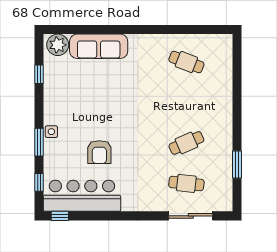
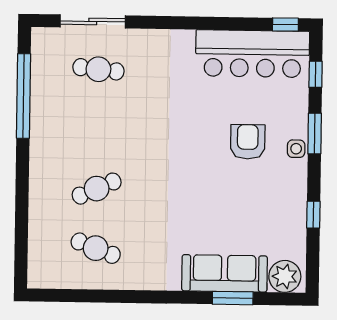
window: (93, 30) -> (233, 298), added
window: (39, 74) -> (313, 215), moved
cafe table: (186, 143) -> (97, 189), moved
armchair: (99, 152) -> (248, 142), moved
window: (237, 165) -> (24, 96), width x2.11

